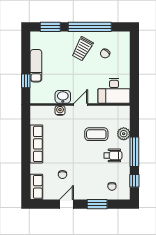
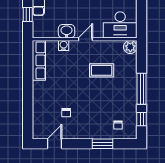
plant: (124, 134) -> (130, 47), moved
row of seats: (36, 144) -> (39, 60), moved
wheelchair: (113, 155) -> (119, 93), removed
row of seats: (36, 187) -> (39, 126), removed
door: (66, 204) -> (55, 144), moved

